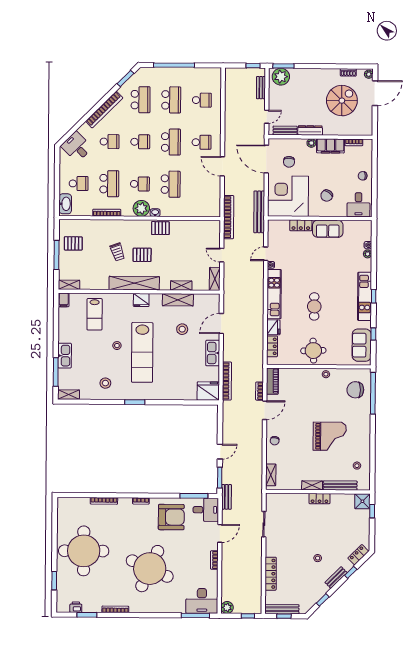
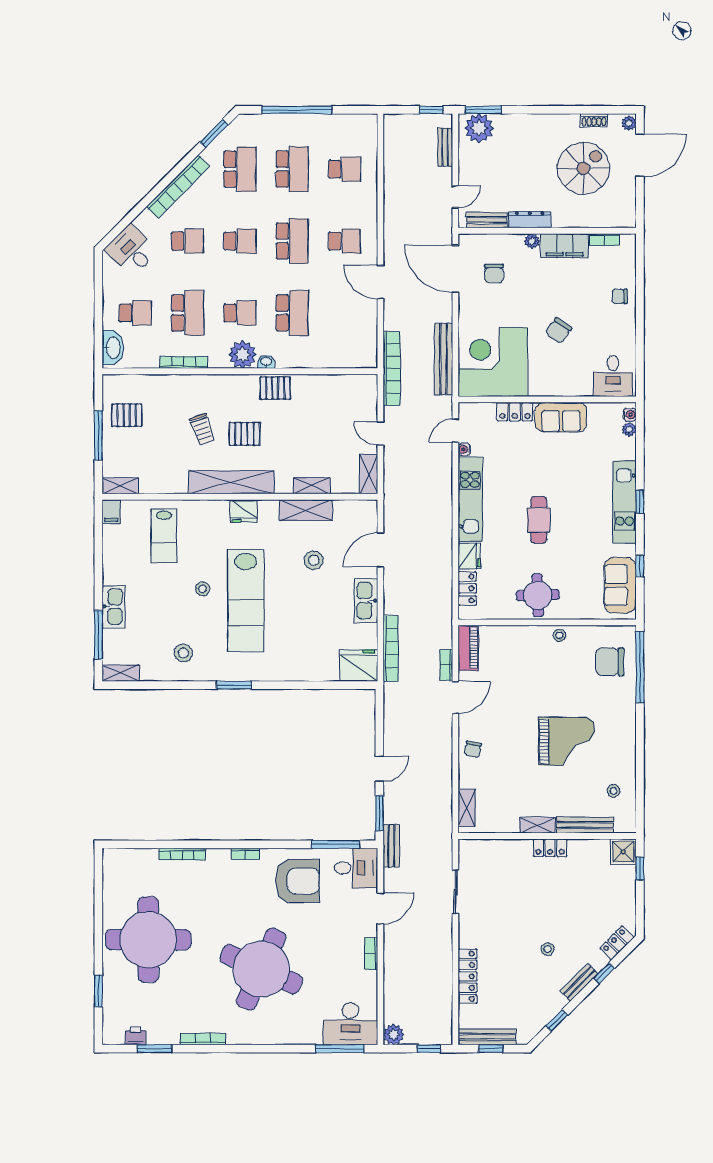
corner desk: (288, 196) -> (493, 362), moved
desk: (358, 205) -> (613, 376), moved
wall: (320, 218) -> (547, 399), moved
locker: (301, 225) -> (515, 412), moved
sofa: (328, 229) -> (561, 417), moved

